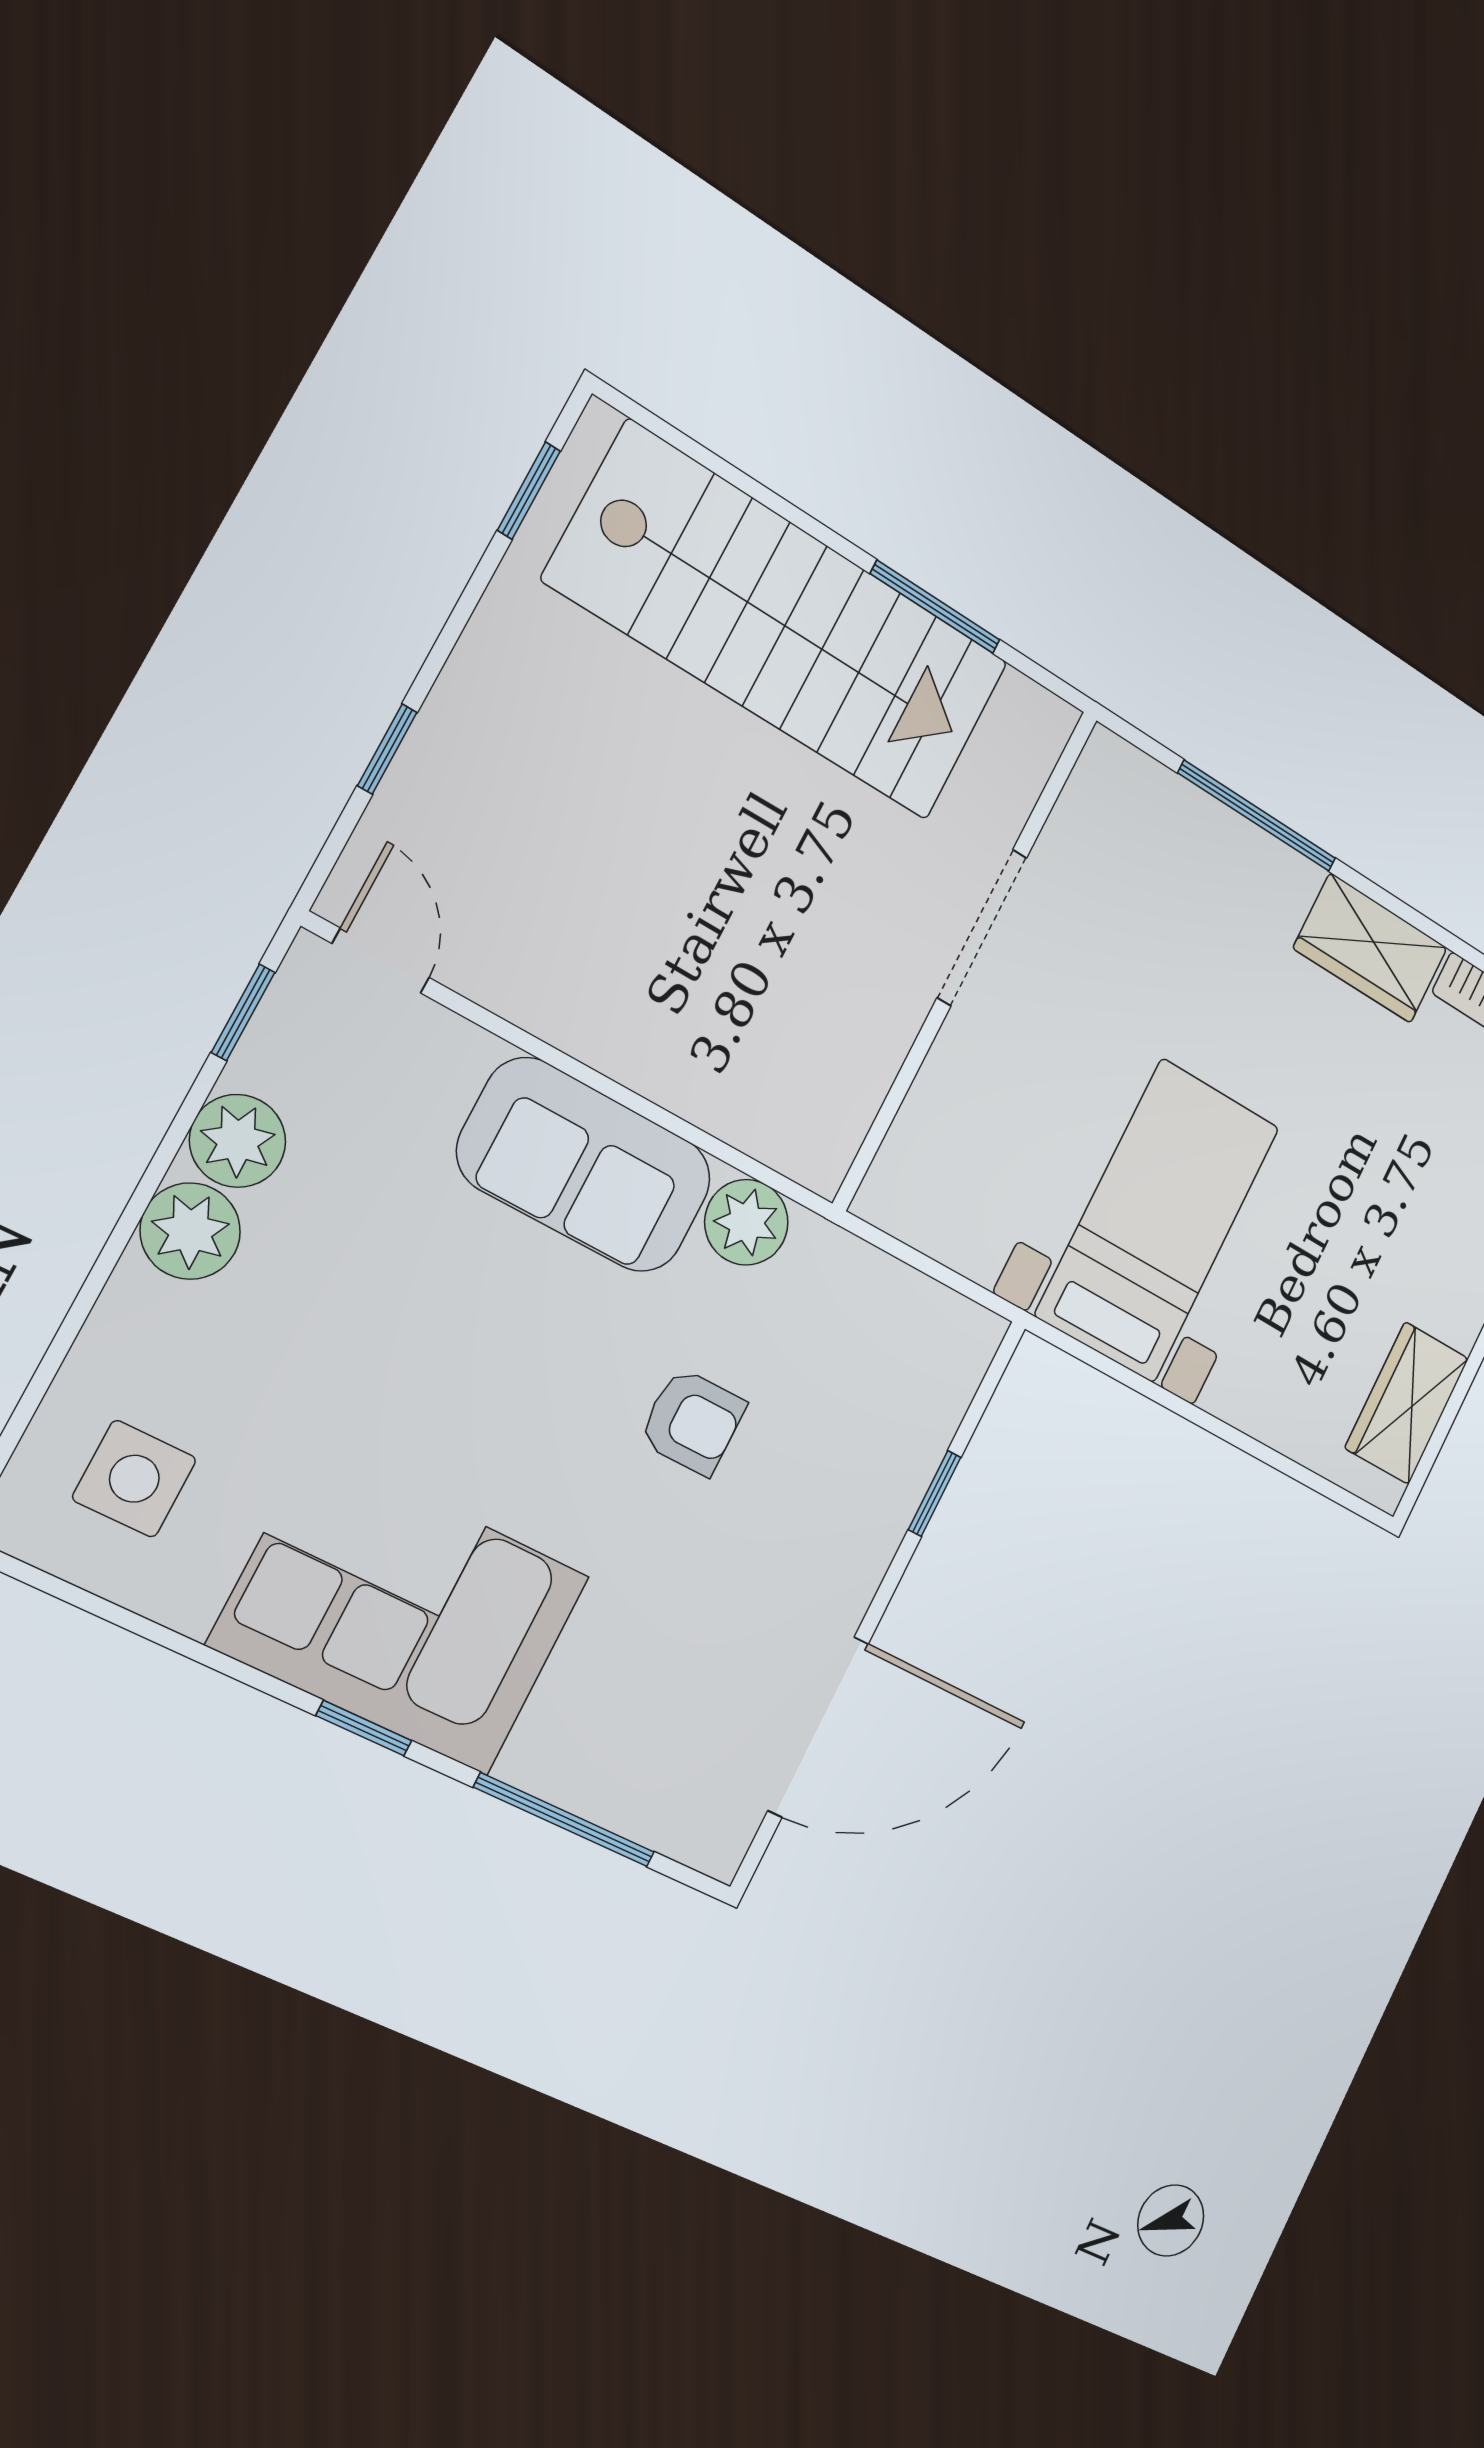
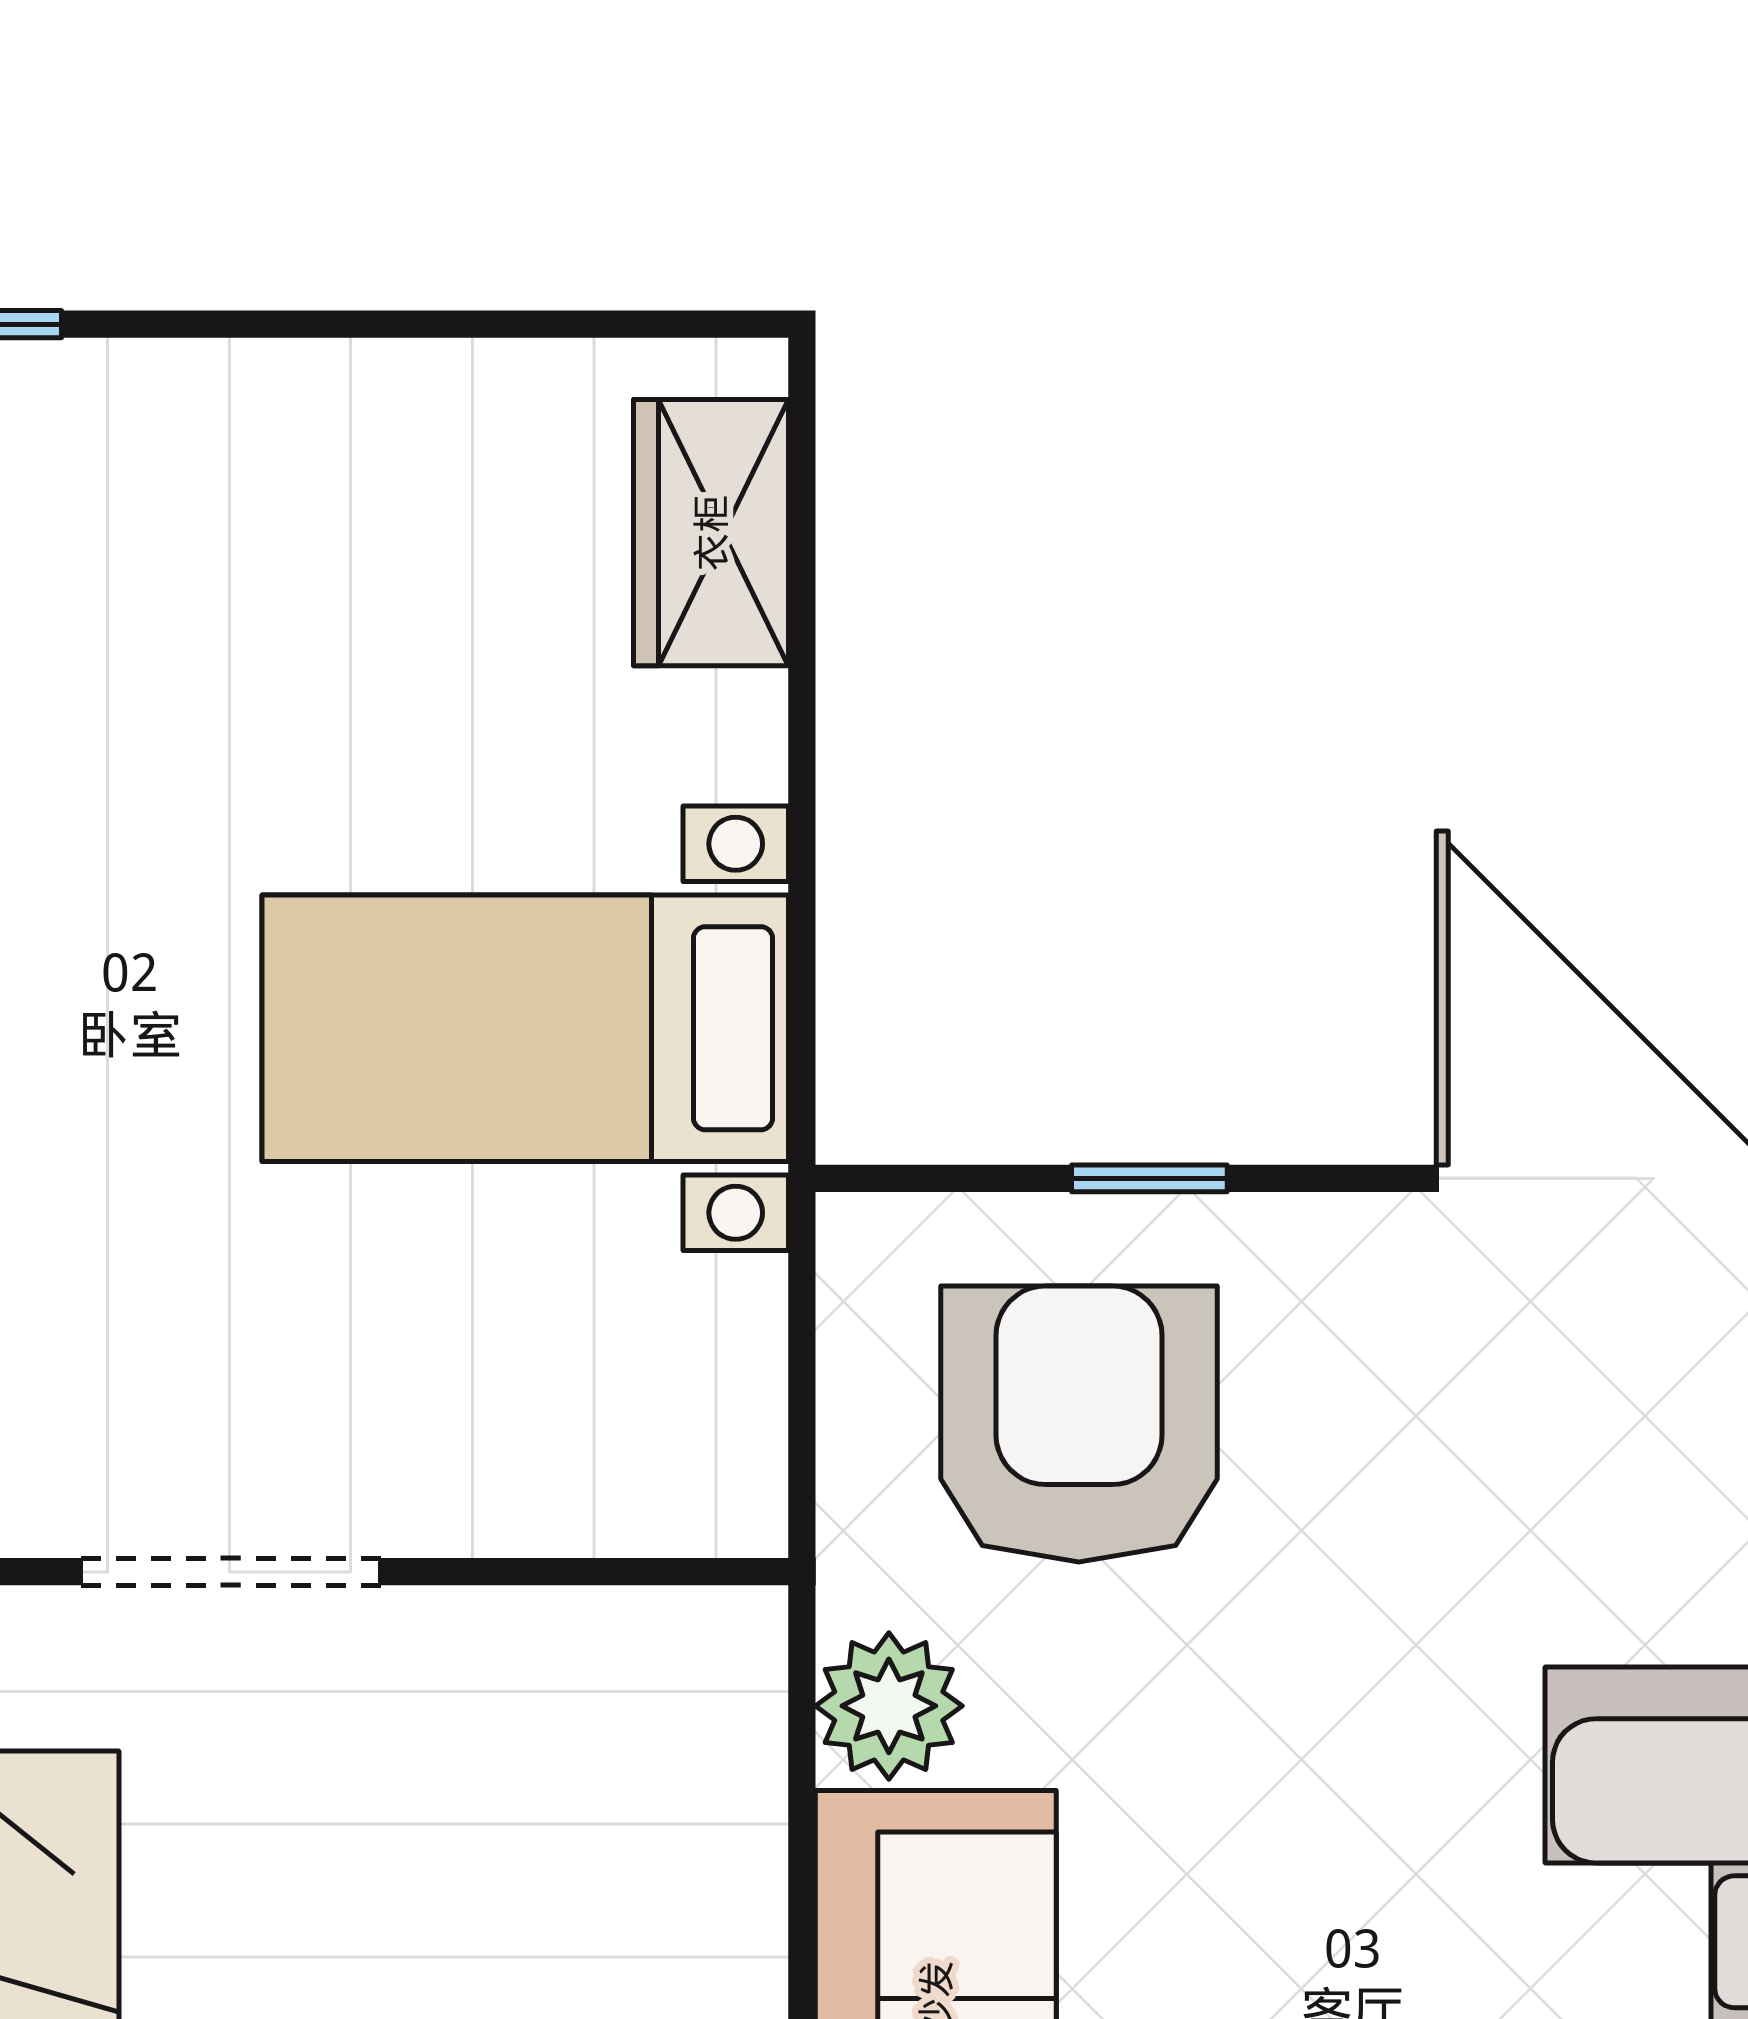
wardrobe: (1407, 1403) -> (711, 533), moved, turned 90
armchair: (692, 1422) -> (1079, 1424), moved, width x1.88, depth x1.88

